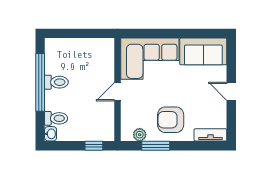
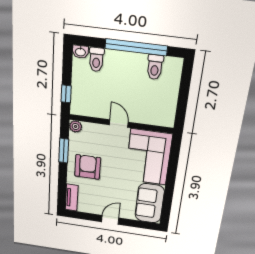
toilet: (56, 82) -> (155, 67), moved
plant: (140, 135) -> (76, 126), moved

